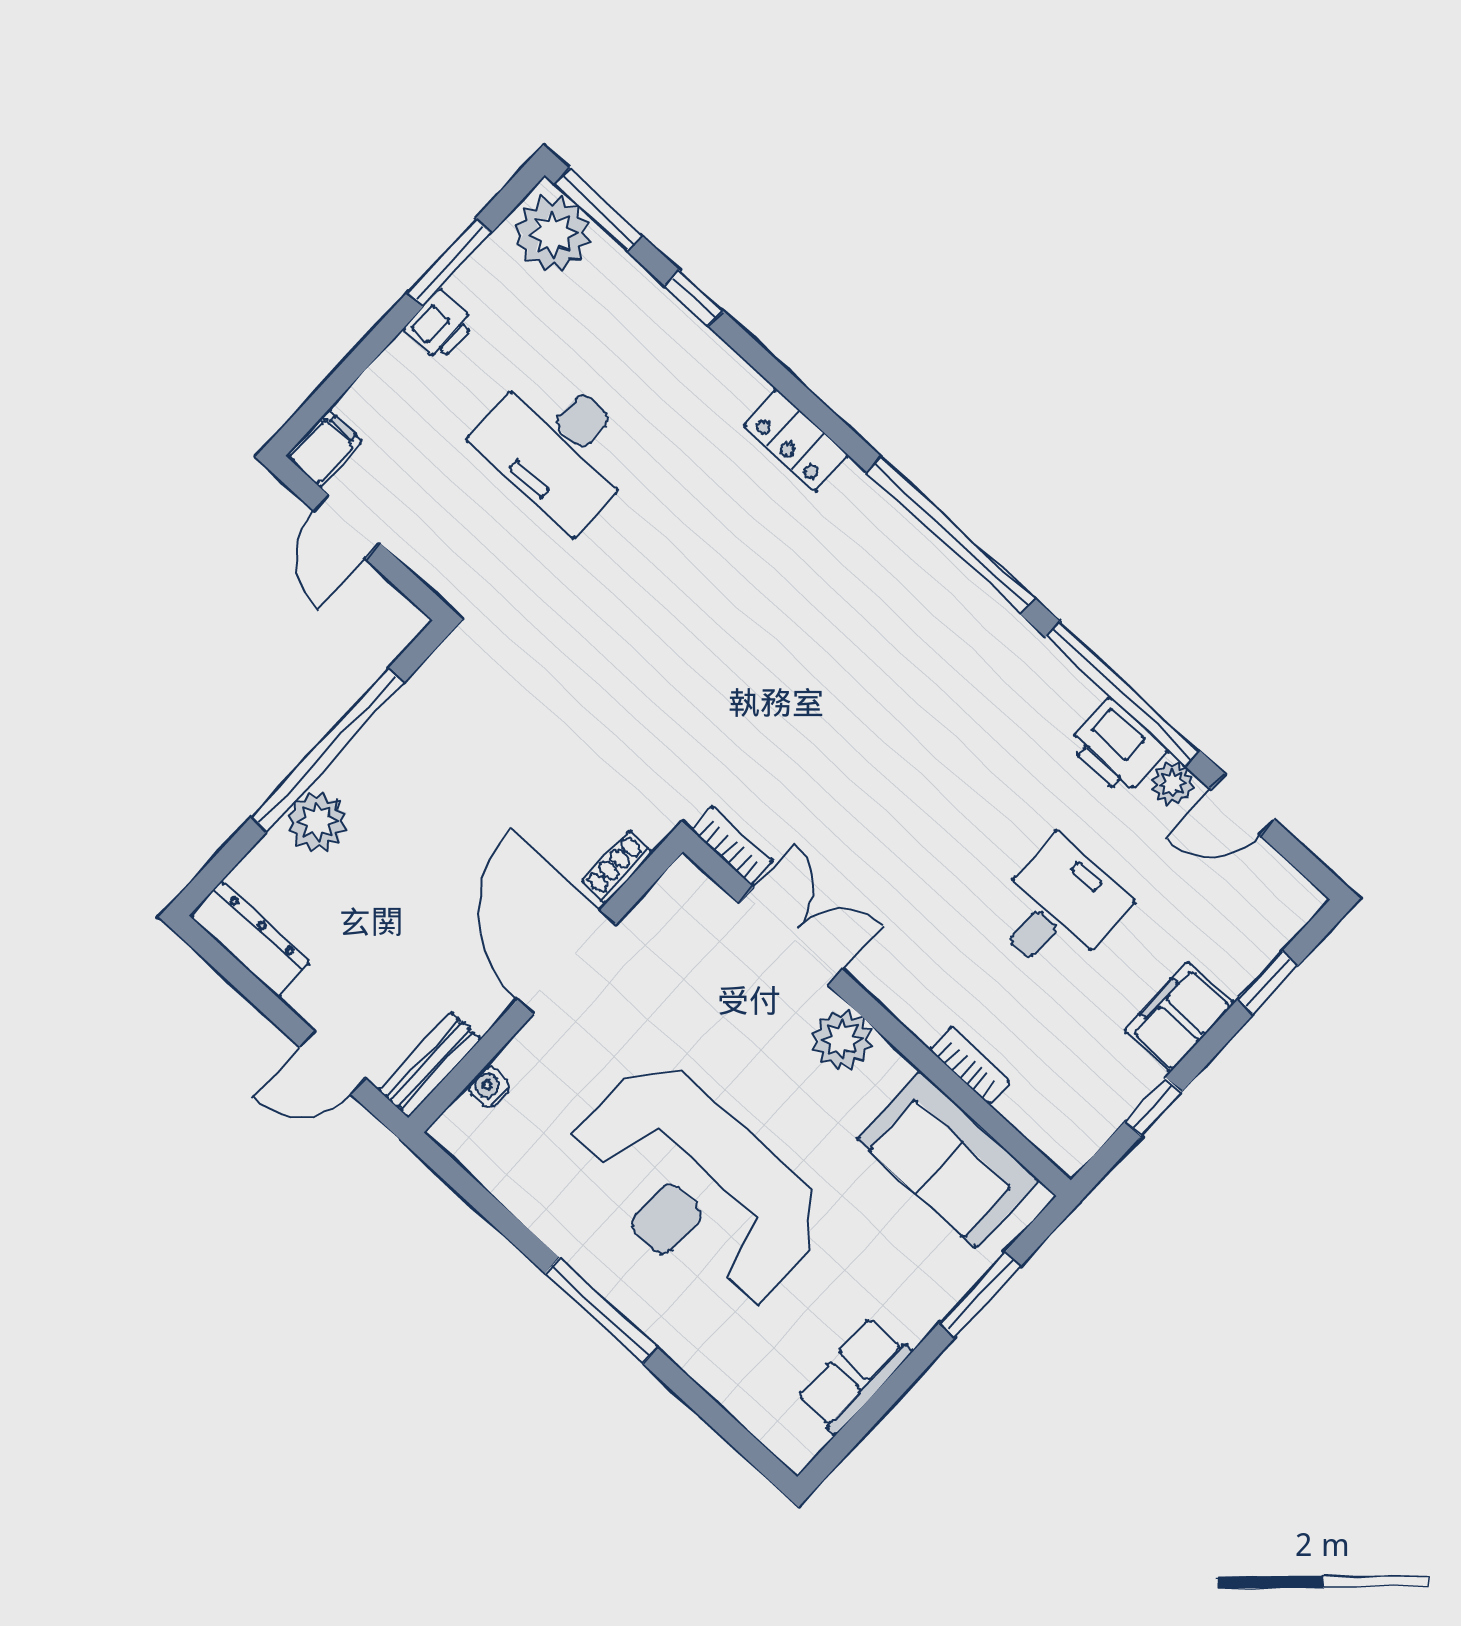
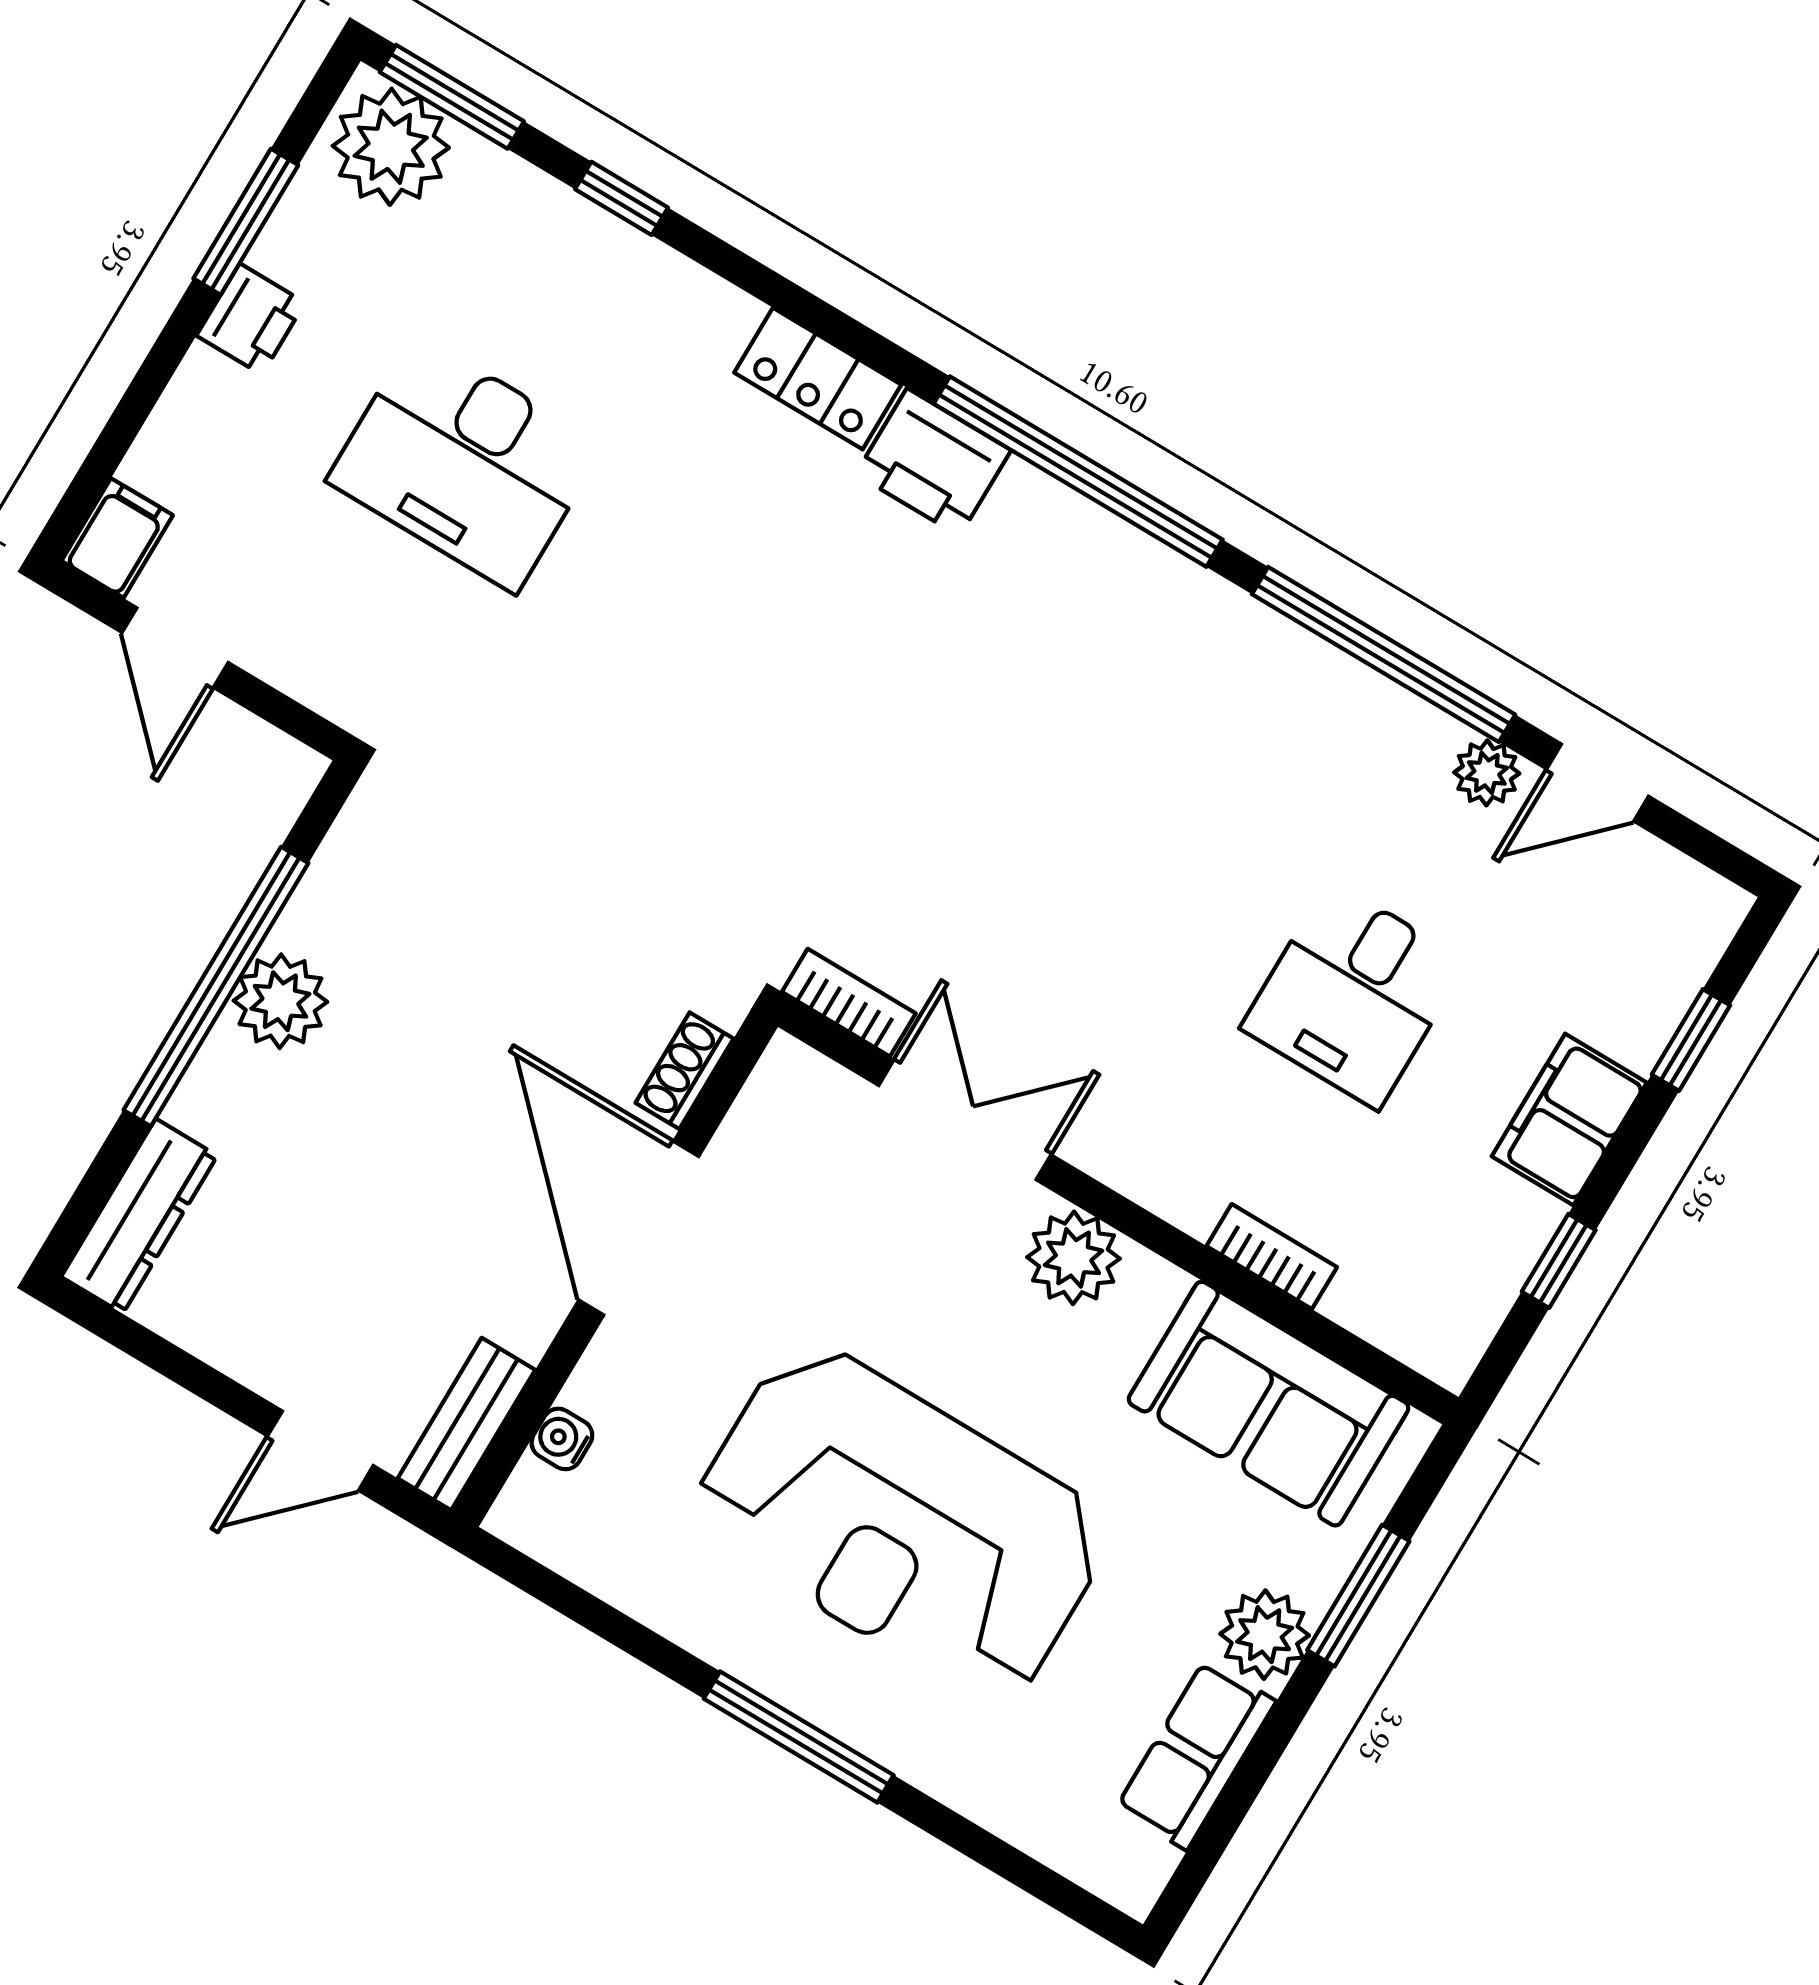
printer: (1117, 747) -> (933, 462), moved
plant: (317, 822) -> (280, 1001), moved
desk: (1057, 908) -> (1354, 995), turned 180
dresser: (249, 939) -> (139, 1216), moved, turned 90
plant: (914, 1307) -> (1265, 1635), added

